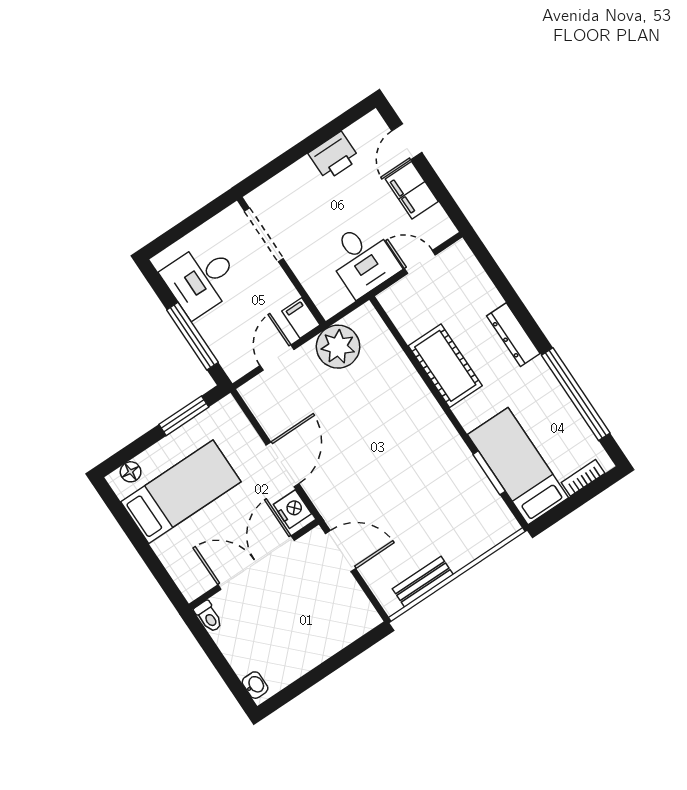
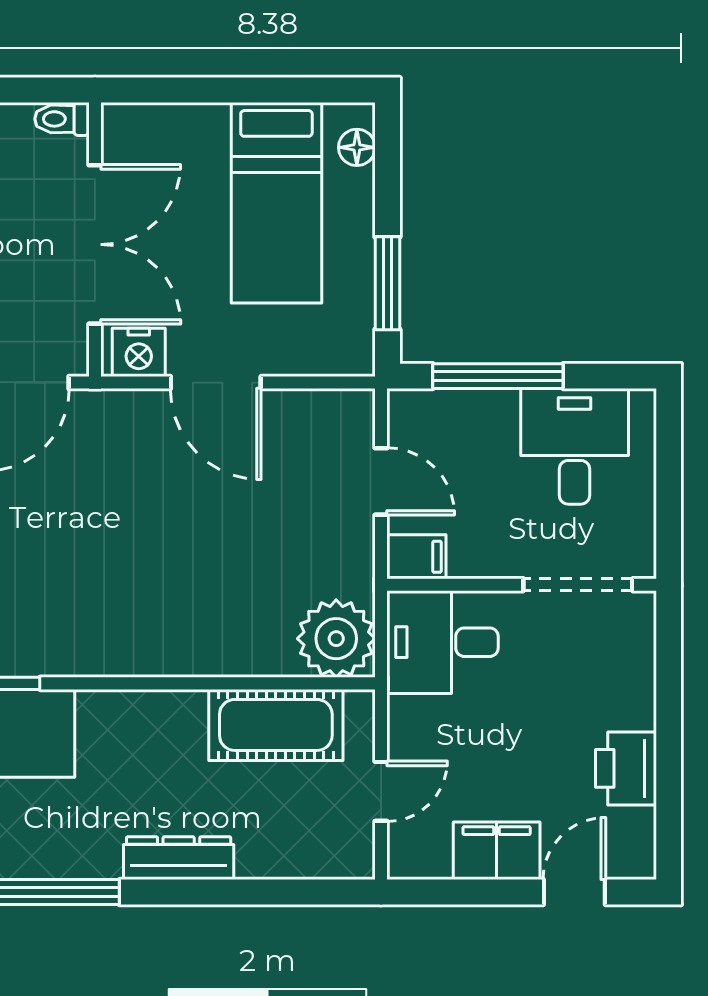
door: (407, 142) -> (574, 892), hinge flipped
desk: (363, 259) -> (443, 642), moved
plant: (338, 347) -> (336, 639), moved
cot: (445, 366) -> (276, 725), moved

